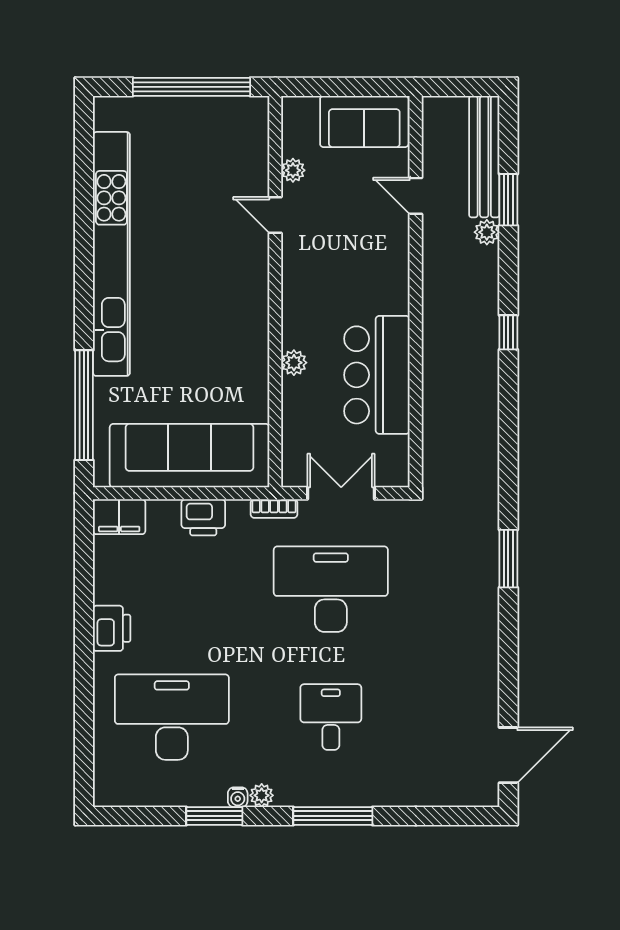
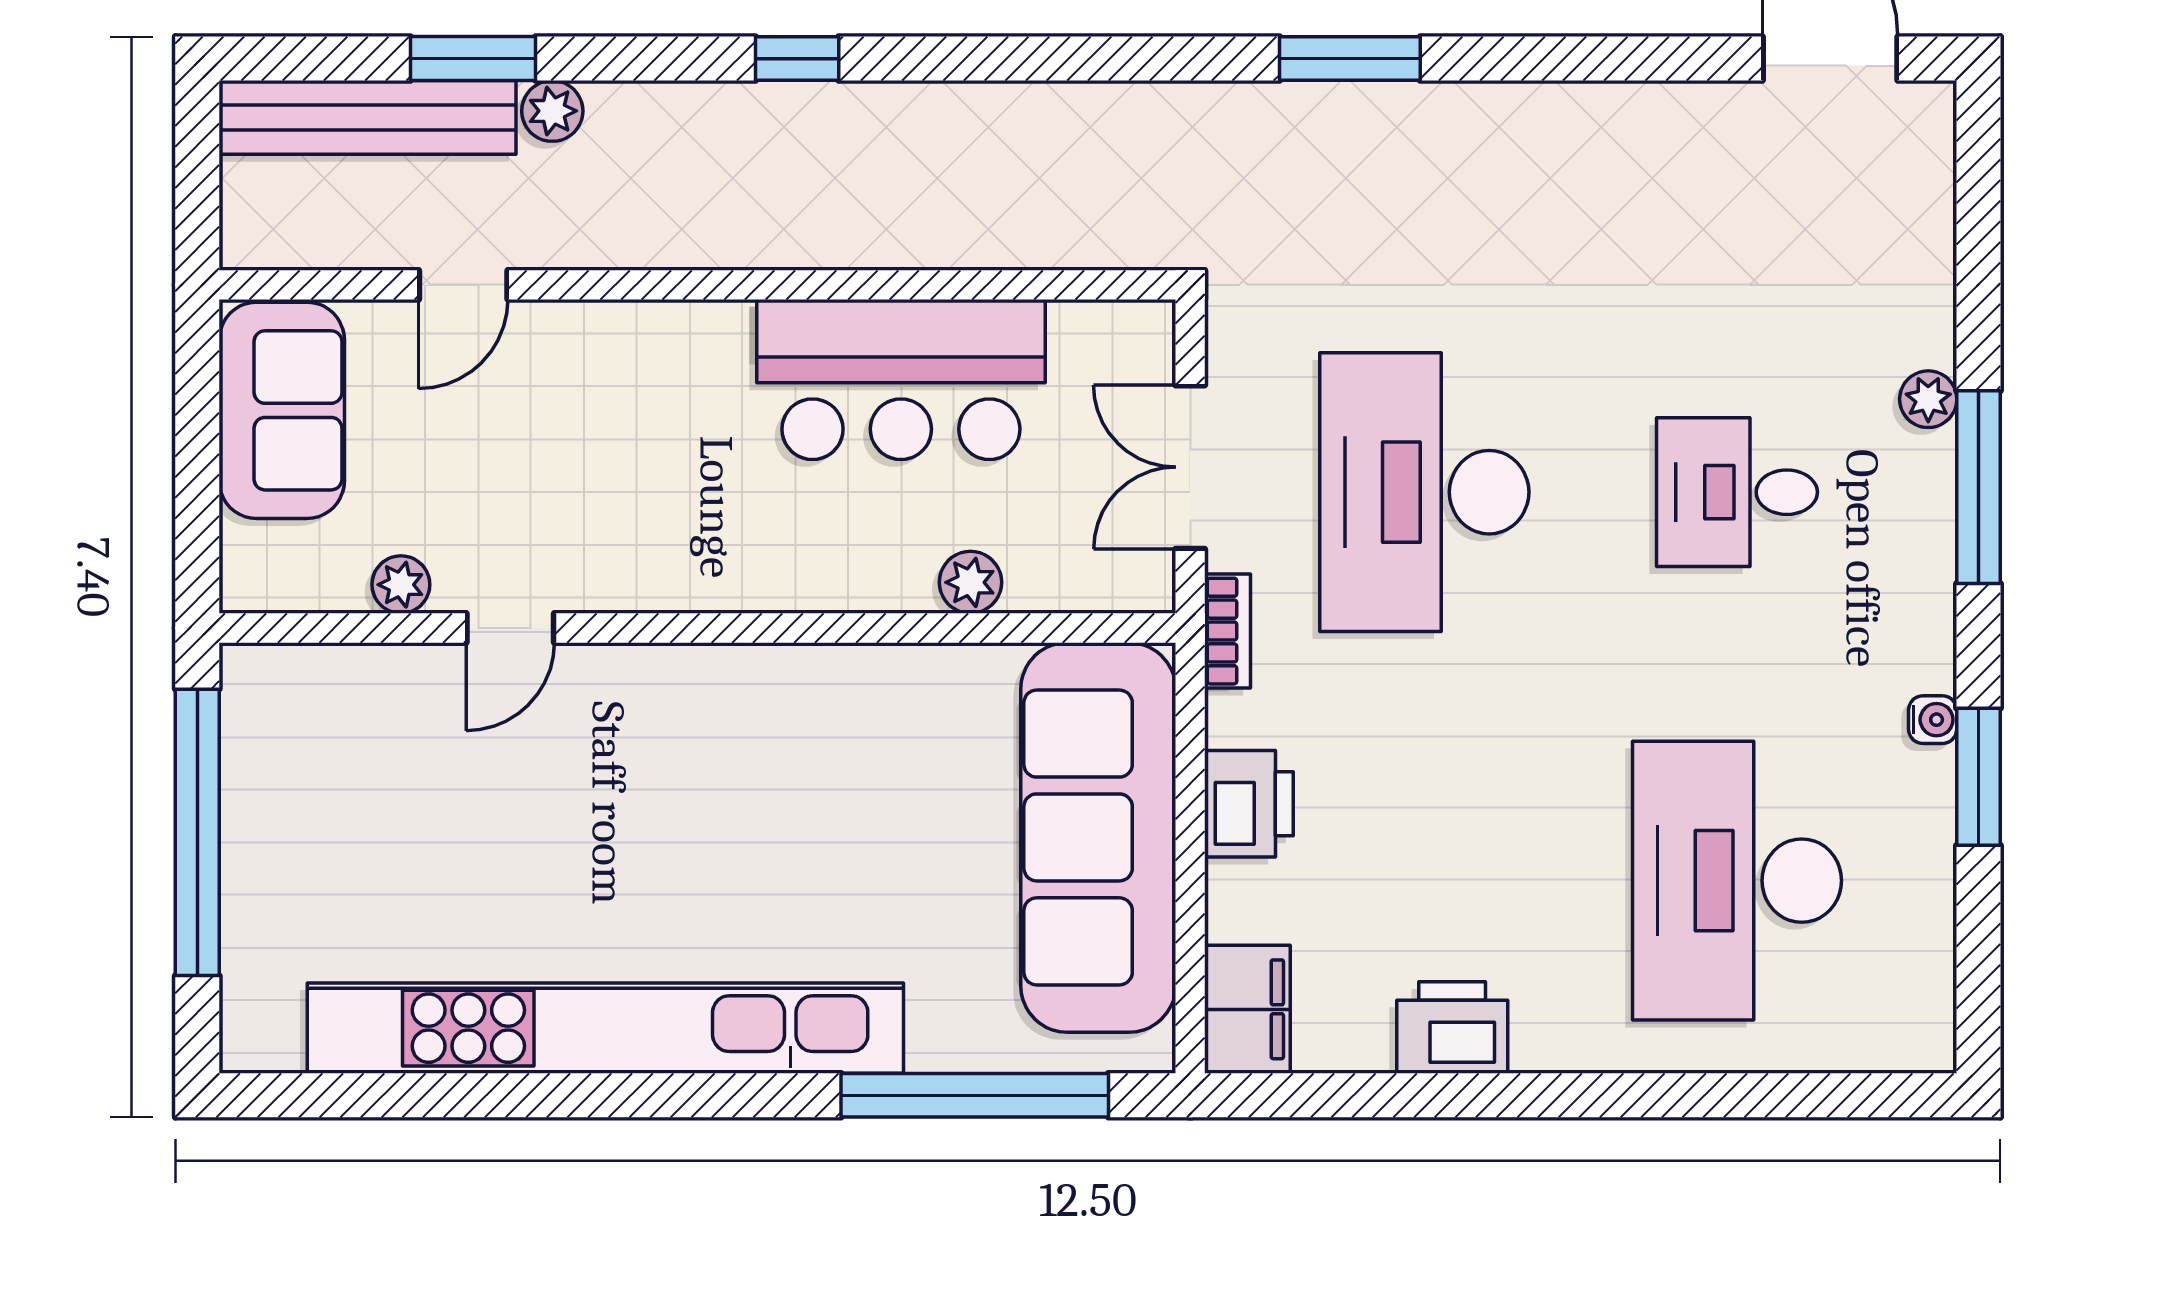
plant: (294, 363) -> (970, 582), moved
printer: (112, 628) -> (1452, 1028), moved
plant: (262, 795) -> (1928, 399), moved

